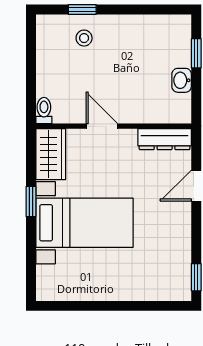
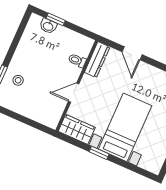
washbasin: (182, 80) -> (48, 26), moved
toilet: (44, 111) -> (77, 60), moved

